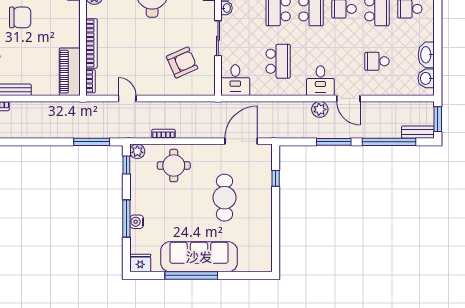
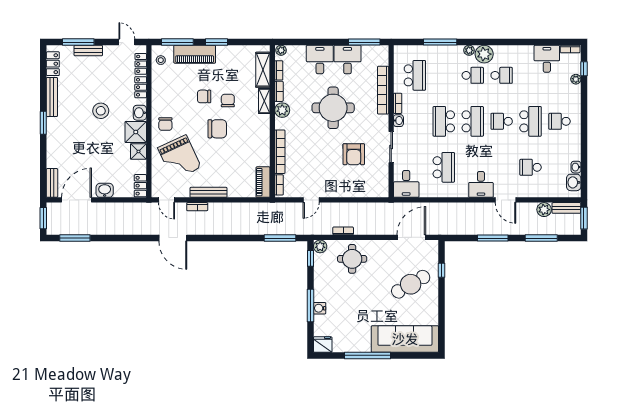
washbasin: (426, 55) -> (576, 167), width x0.52, depth x0.69
armchair: (182, 62) -> (354, 154), moved, turned 114
piano: (70, 72) -> (263, 182), width x0.73, depth x0.75
door: (127, 98) -> (311, 200), swing flipped
plant: (320, 109) -> (544, 210), moved
bench: (418, 132) -> (566, 208), moved
window: (389, 142) -> (541, 238), width x0.68
cafe table: (224, 198) -> (411, 284), moved, turned 60
sofa: (199, 257) -> (405, 339), moved

